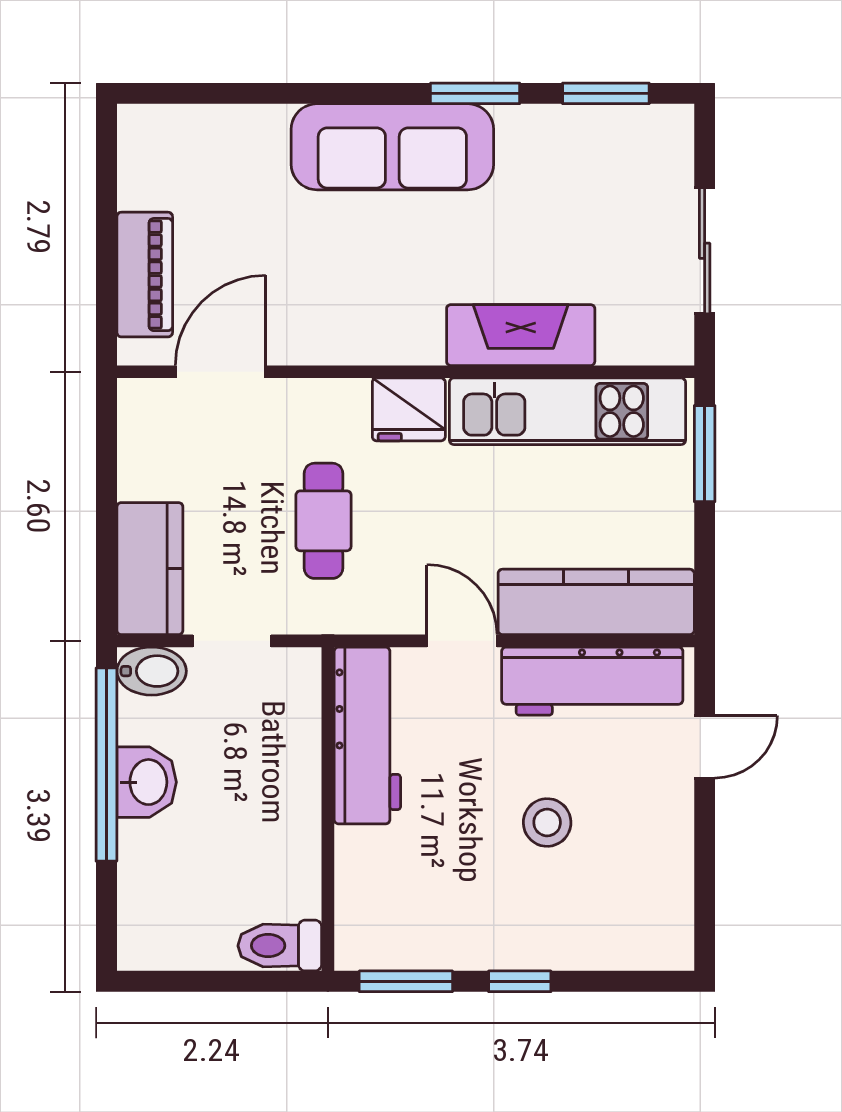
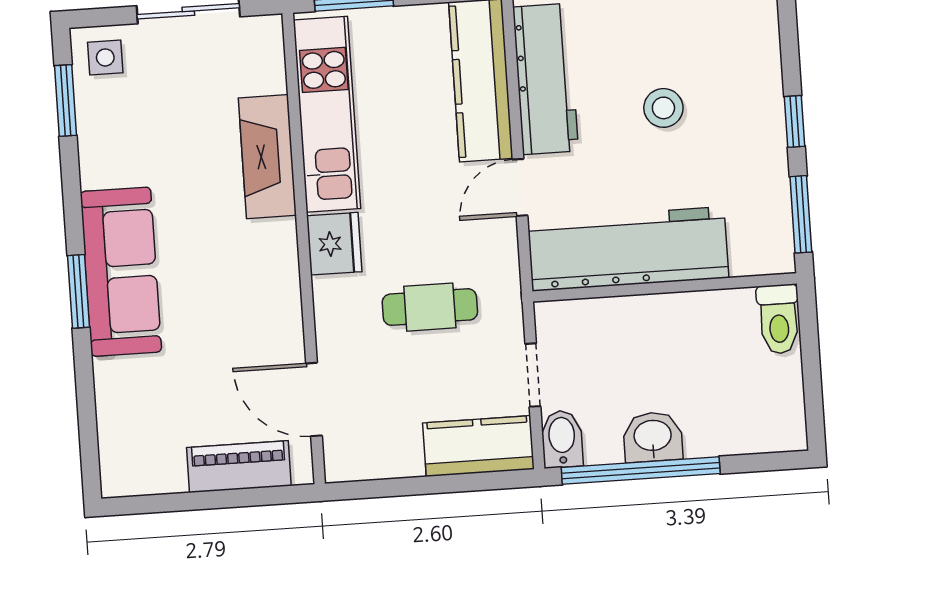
window: (475, 93) -> (78, 291), moved
side table: (655, 145) -> (105, 57), added
workbench: (367, 735) -> (628, 249), width x1.36, depth x1.32

